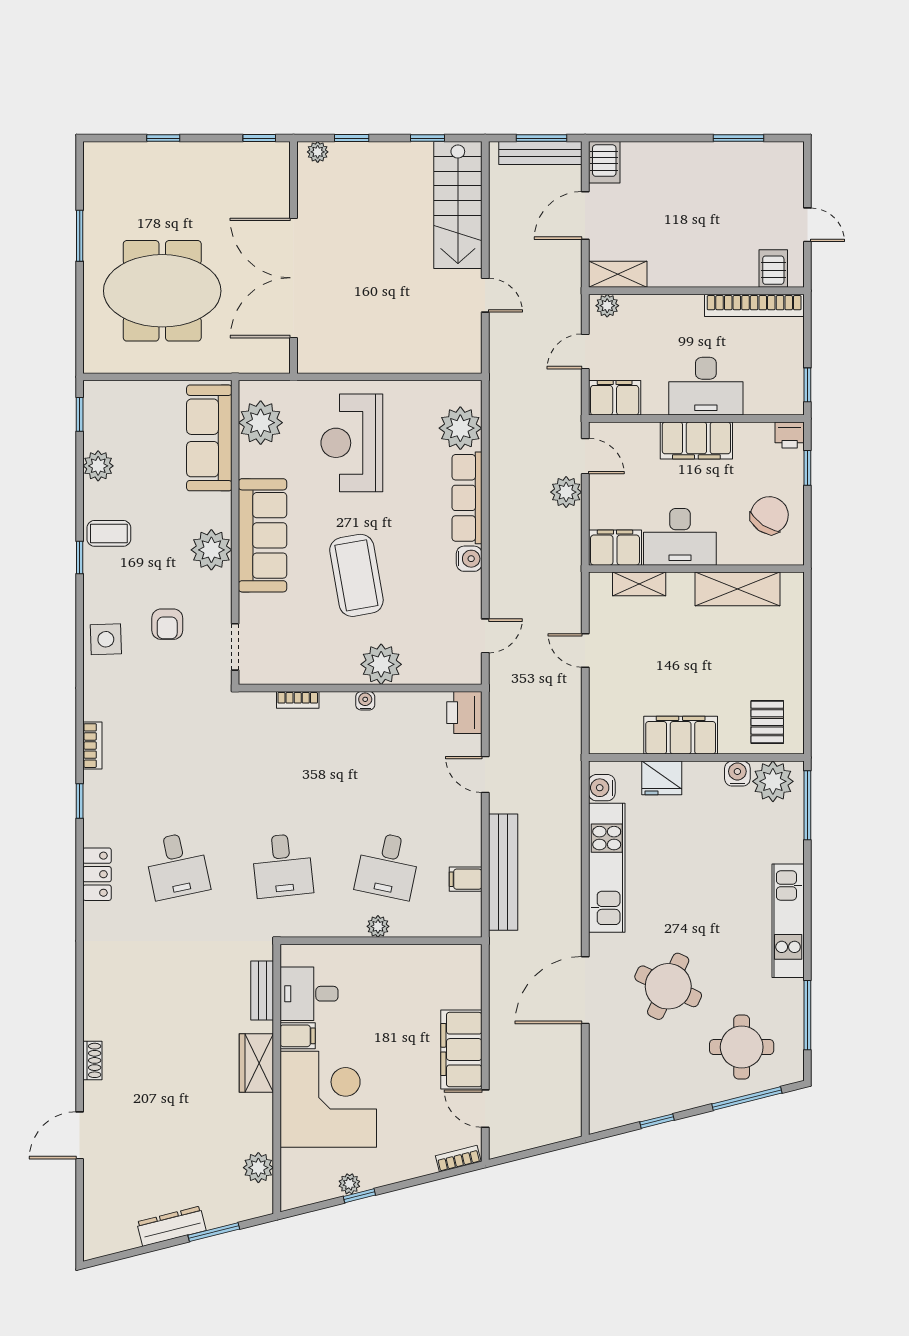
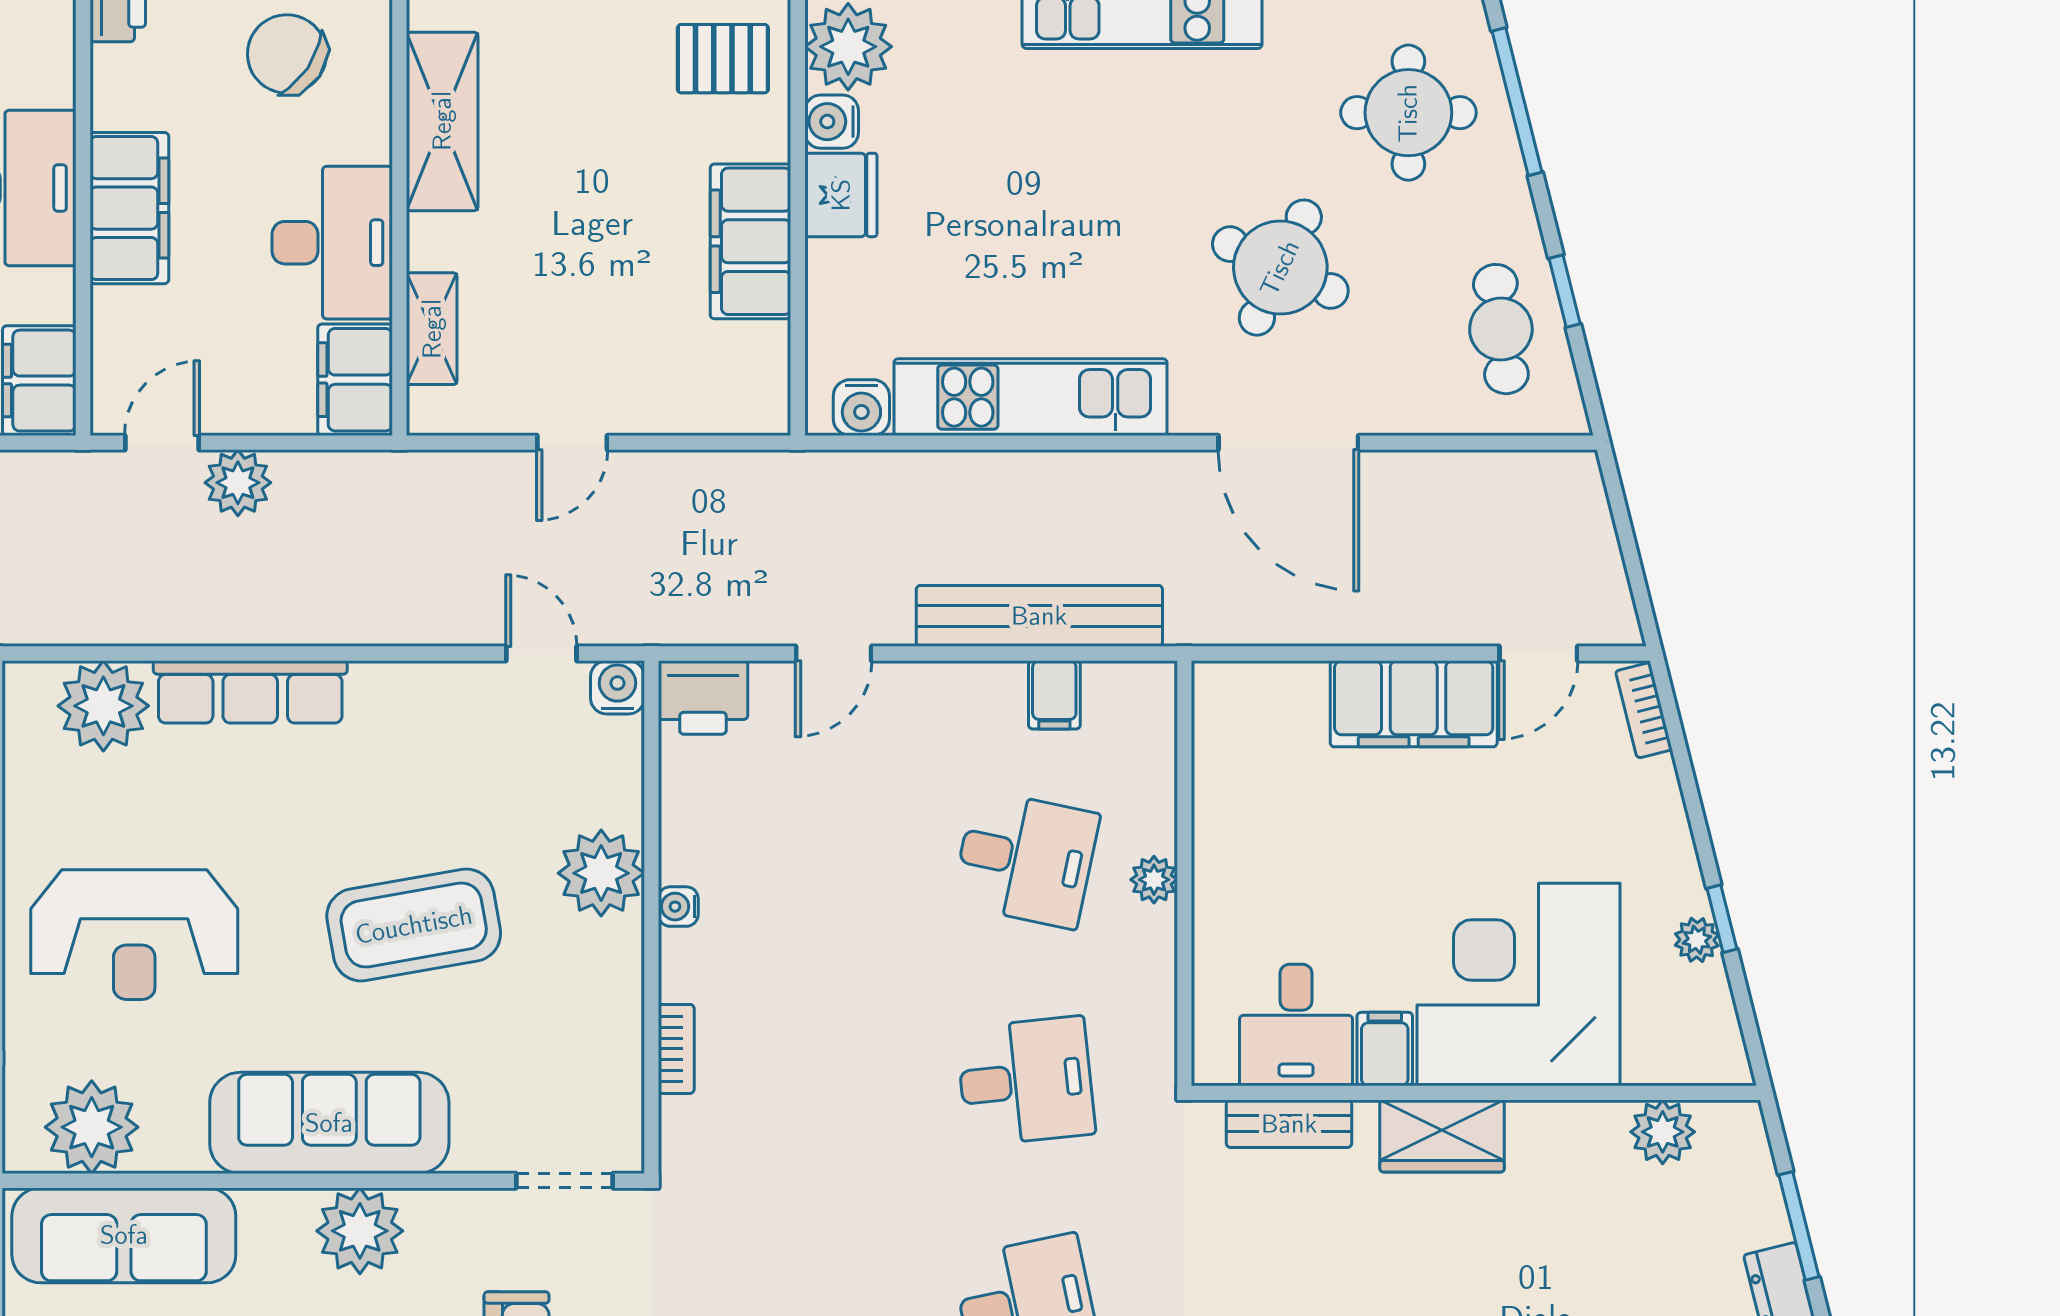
water cooler: (469, 559) -> (617, 687), moved
fridge: (662, 778) -> (841, 195), moved
cafe table: (639, 1091) -> (1501, 329), added

